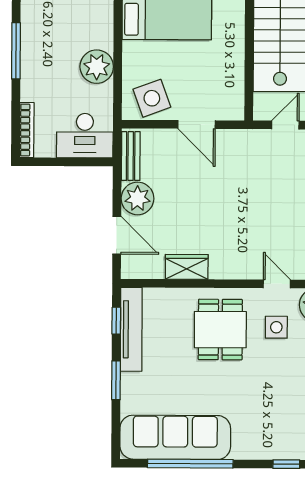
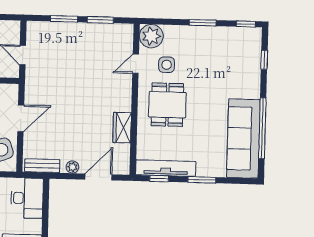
plant: (138, 198) -> (72, 167), width x0.53, depth x0.53
dining table: (220, 330) -> (167, 105), turned 90

